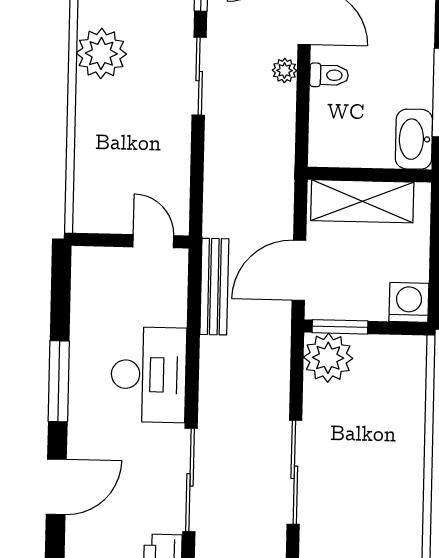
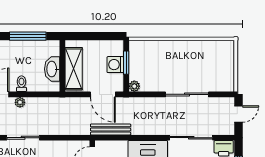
washbasin: (414, 139) -> (52, 69), moved, turned 90
washing machine: (409, 302) -> (115, 65), moved
window: (340, 327) -> (126, 63), moved
plant: (328, 358) -> (134, 86), width x0.53, depth x0.53

